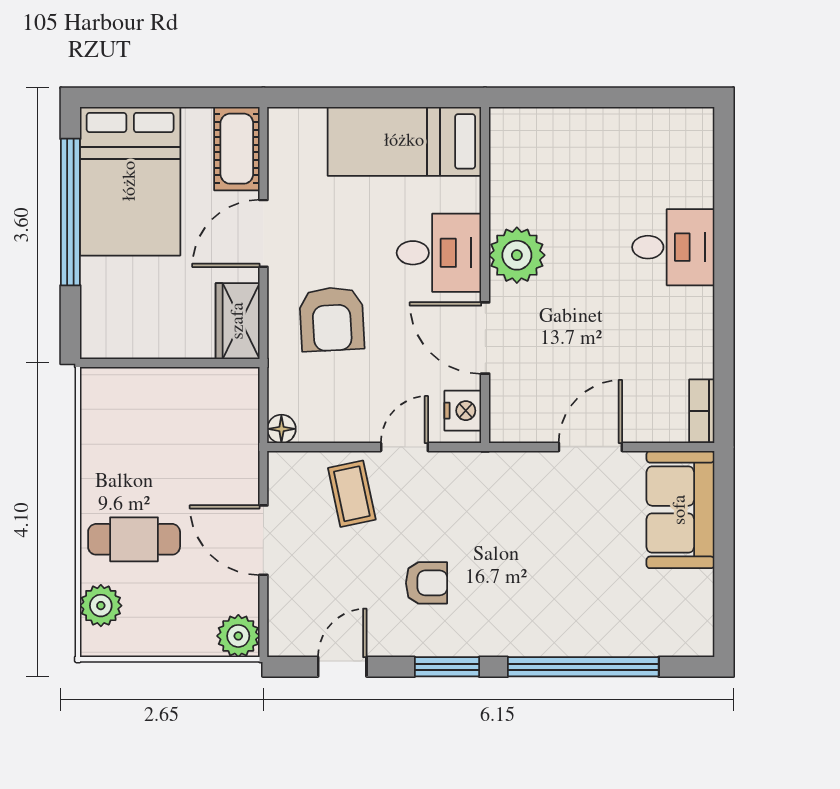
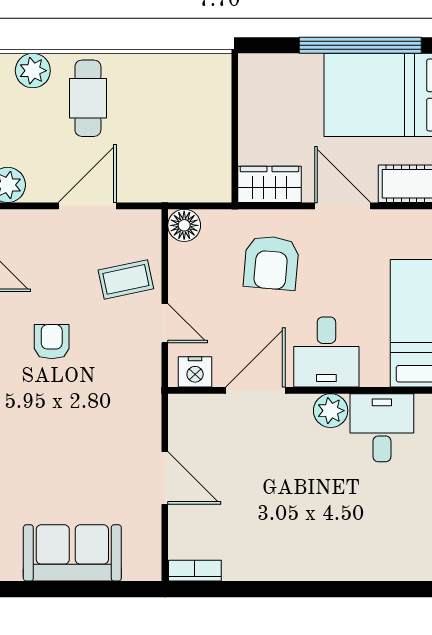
desk: (673, 247) -> (382, 428), moved, turned 180
plant: (517, 255) -> (331, 411), width x0.73, depth x0.73
armchair: (332, 319) -> (271, 263), turned -82
floor lamp: (281, 429) -> (184, 225), width x1.37, depth x1.37
sofa: (680, 510) -> (72, 553), moved
armchair: (427, 583) -> (52, 342), turned 180

